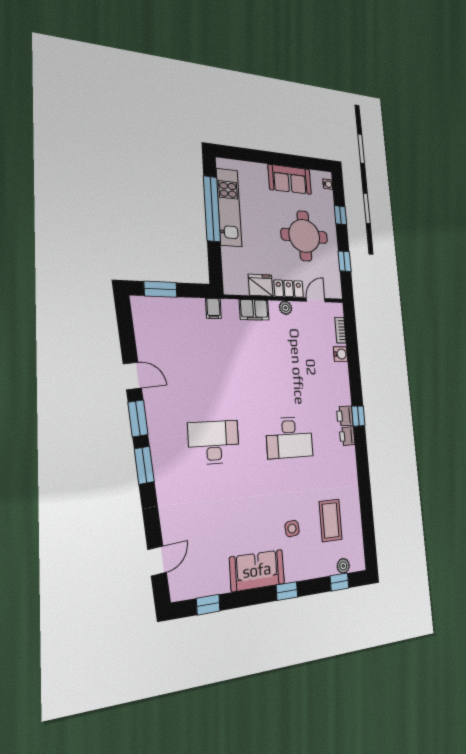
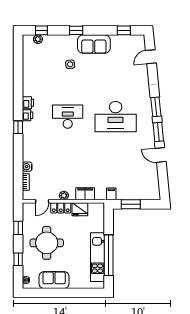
window: (161, 289) -> (131, 204), moved
printer: (345, 416) -> (28, 103), moved
desk: (214, 442) -> (116, 117), width x1.36, depth x1.30
coffee table: (331, 520) -> (44, 66), removed

